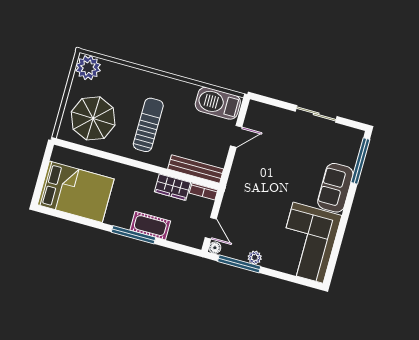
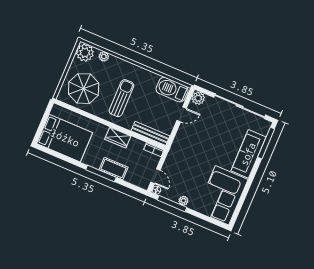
plant: (115, 69) -> (104, 56), added
plant: (256, 111) -> (198, 98), added
sliding door: (316, 114) -> (240, 106), width x1.86
wardrobe: (173, 187) -> (118, 138), moved
sofa: (335, 188) -> (248, 154), width x1.36

